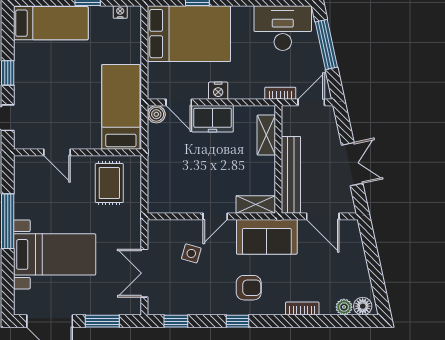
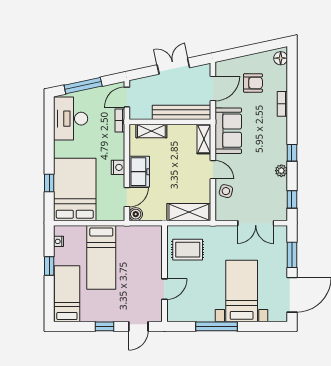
door: (311, 102) -> (127, 97), hinge flipped
bed: (121, 107) -> (101, 257), moved, turned -90
shelving: (159, 185) -> (189, 212), added
side table: (191, 253) -> (226, 191), moved
armchair: (249, 288) -> (253, 83), moved, turned 90
plant: (344, 307) -> (281, 171), moved

